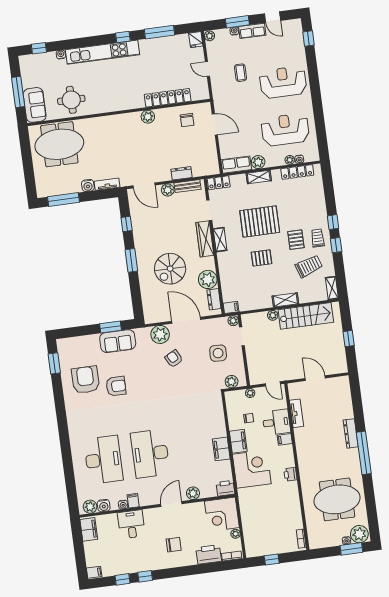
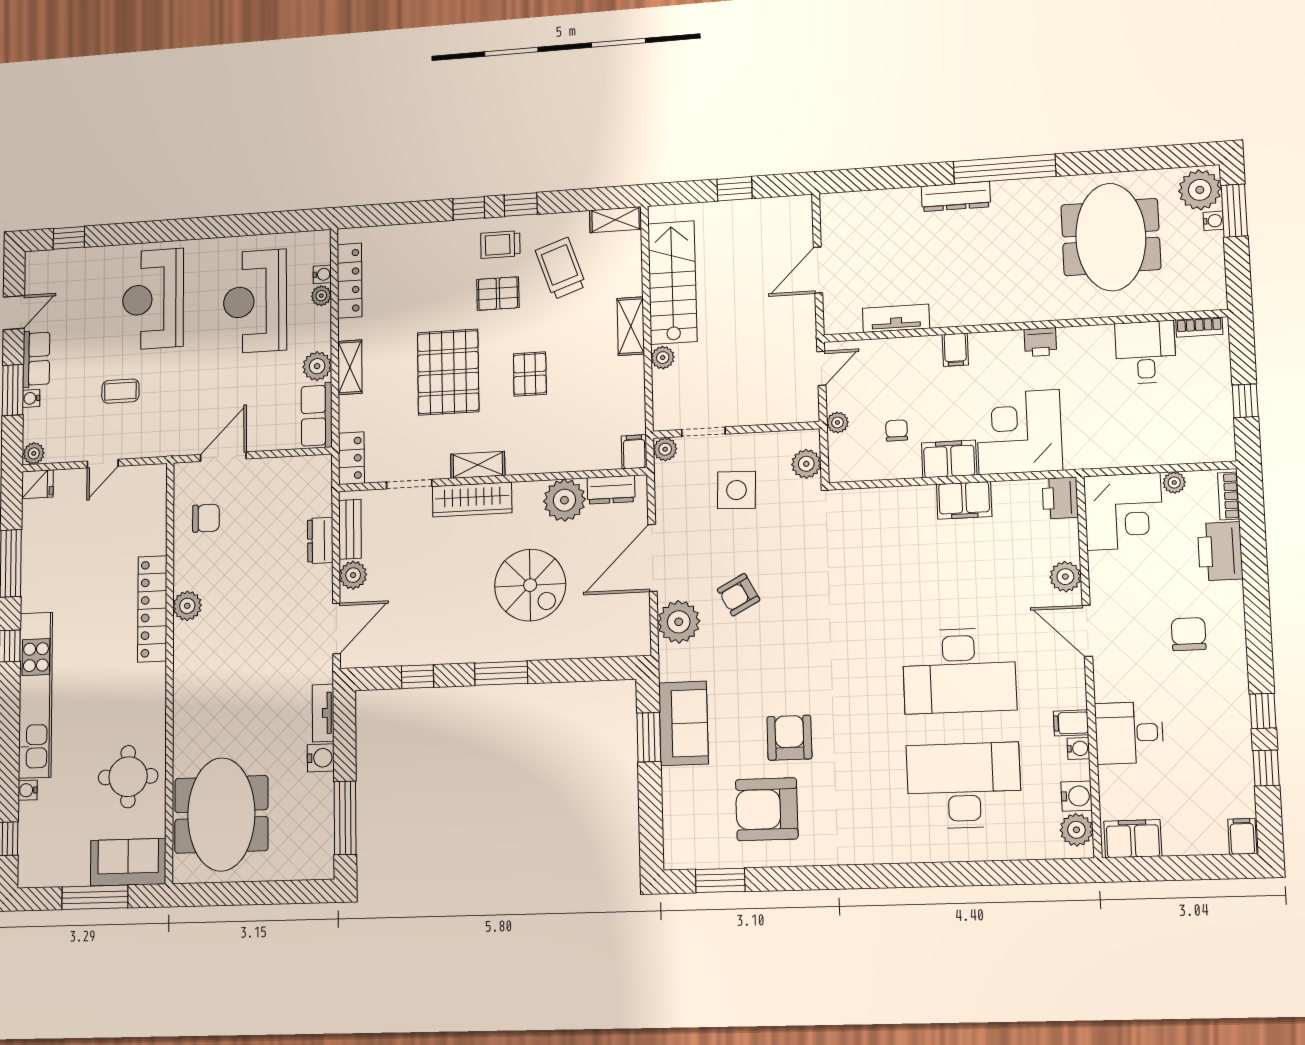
locker: (168, 98) -> (152, 609), moved
desk: (276, 422) -> (1145, 352), moved

